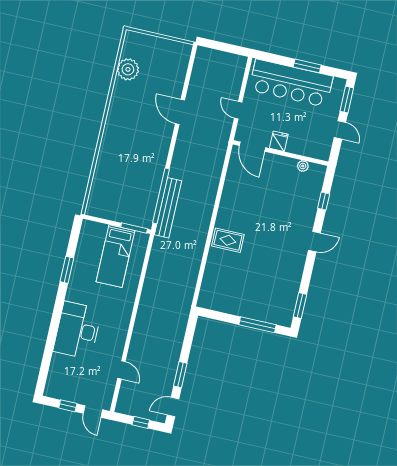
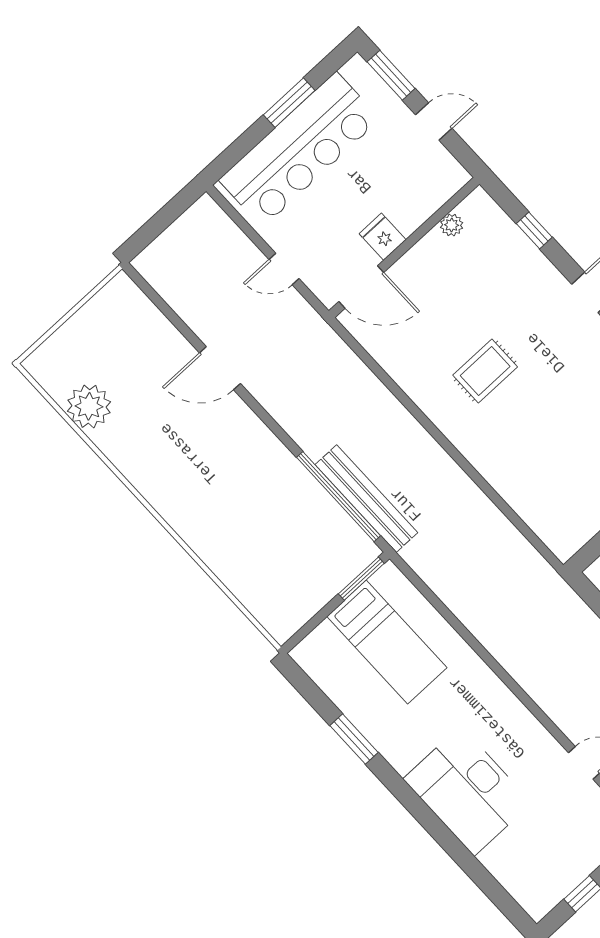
rug: (228, 240) -> (485, 371), moved

